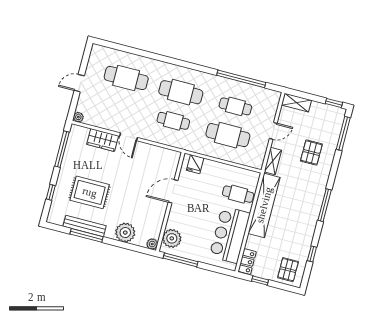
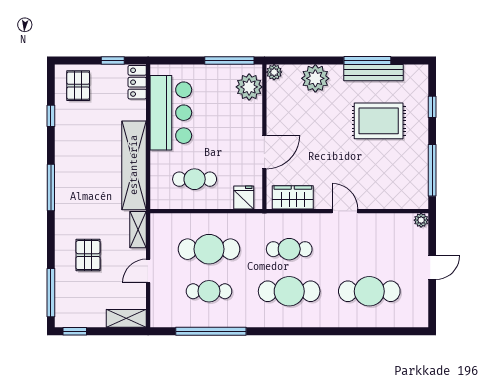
wardrobe: (103, 140) -> (293, 197), moved
cafe table: (238, 194) -> (195, 179), moved

